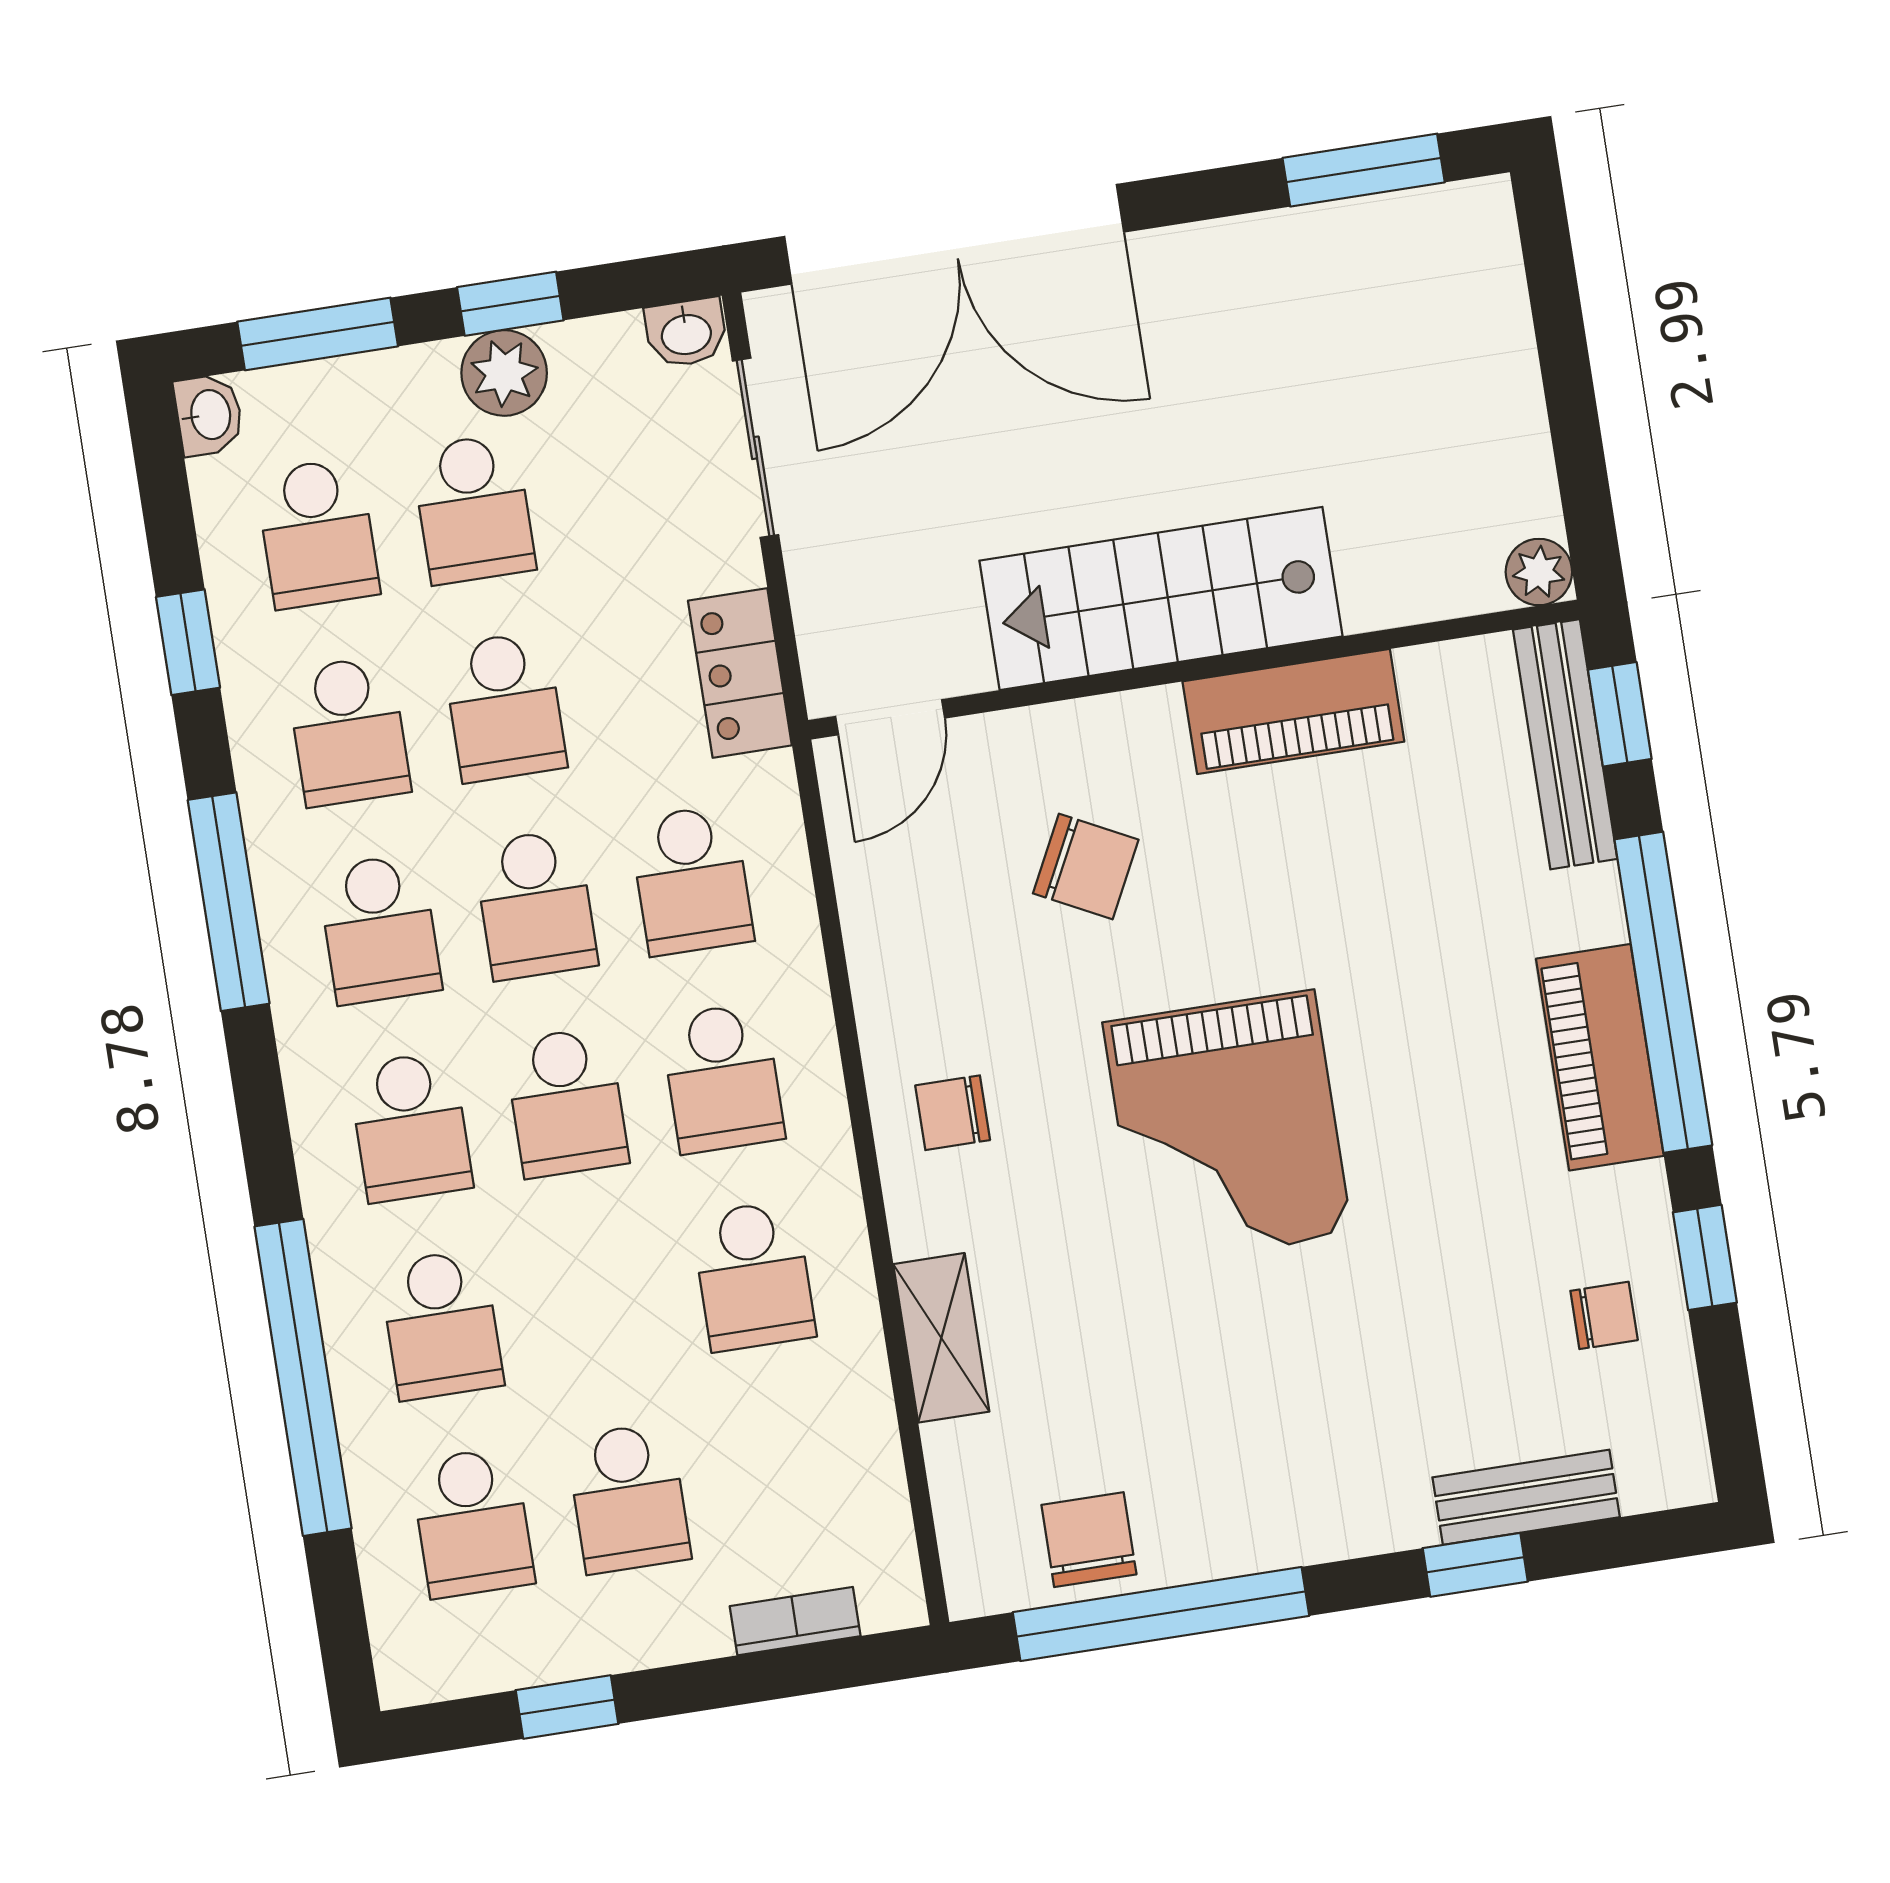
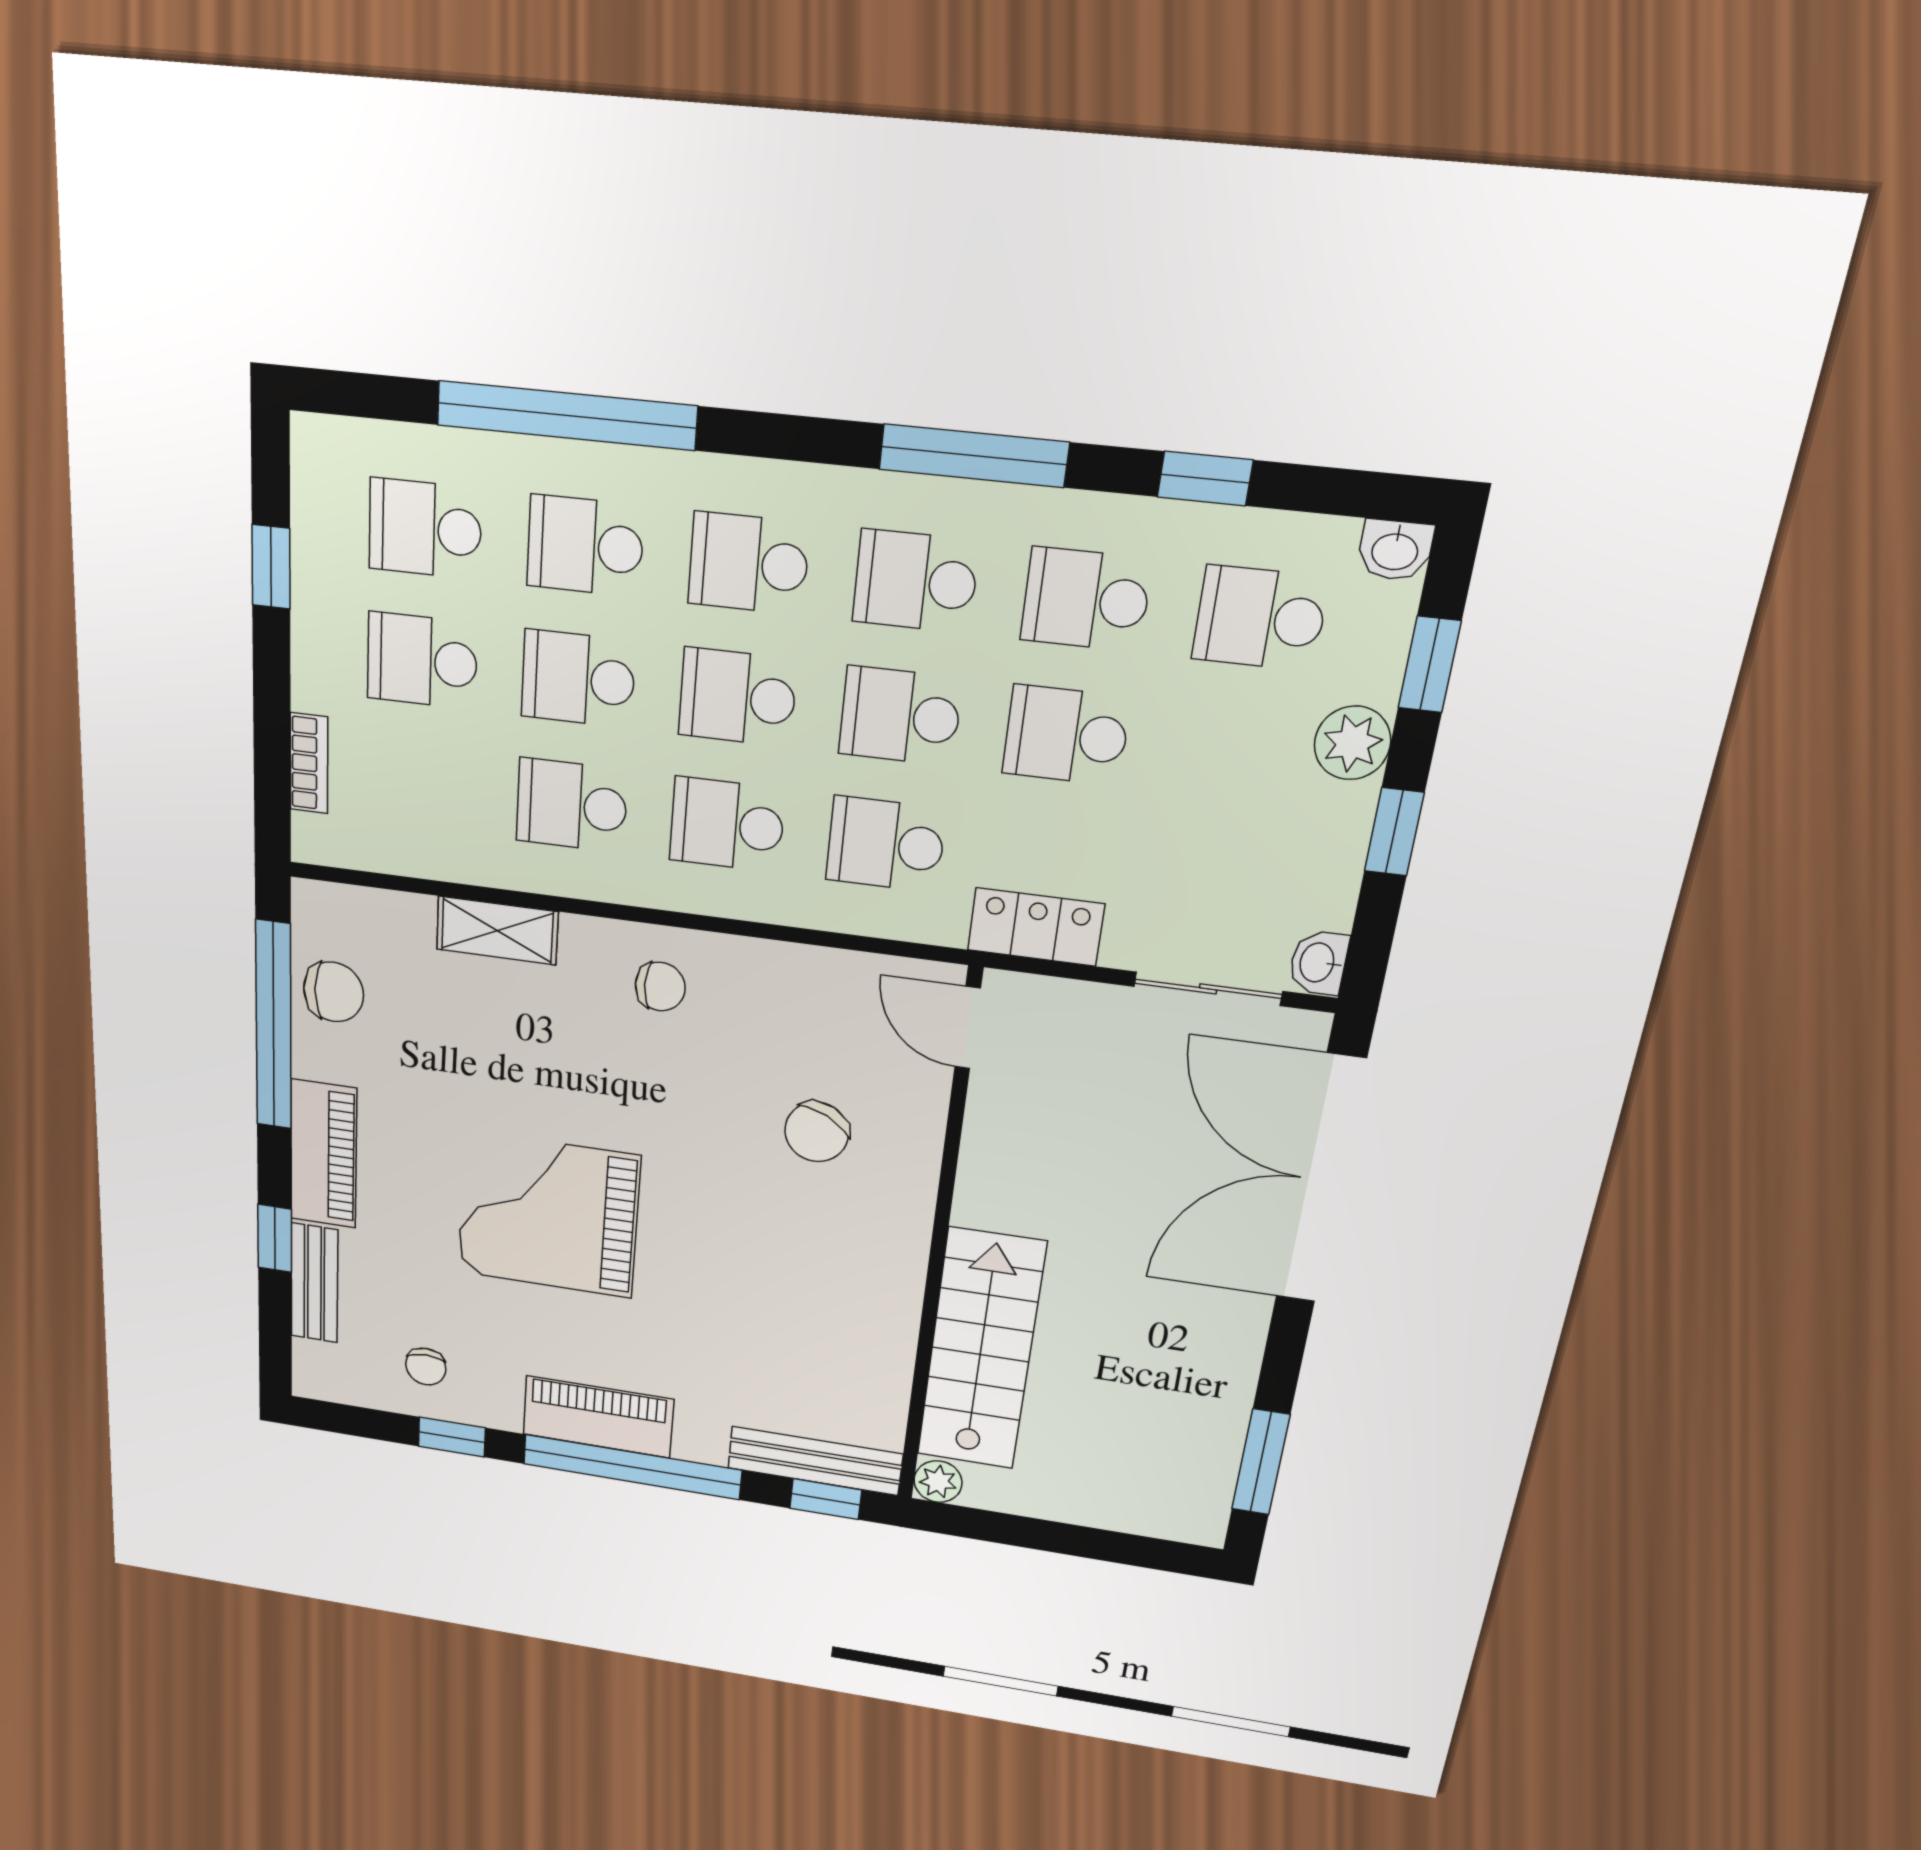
window: (318, 334) -> (1430, 664), width x0.67
plant: (504, 373) -> (1352, 743), moved
school desk: (474, 509) -> (578, 679), moved
stairs: (1161, 598) -> (981, 1350), moved
piano: (1293, 712) -> (323, 1154), moved, turned 180
chair: (953, 1113) -> (660, 987), turned 90
grand piano: (1227, 1128) -> (548, 1215), moved

